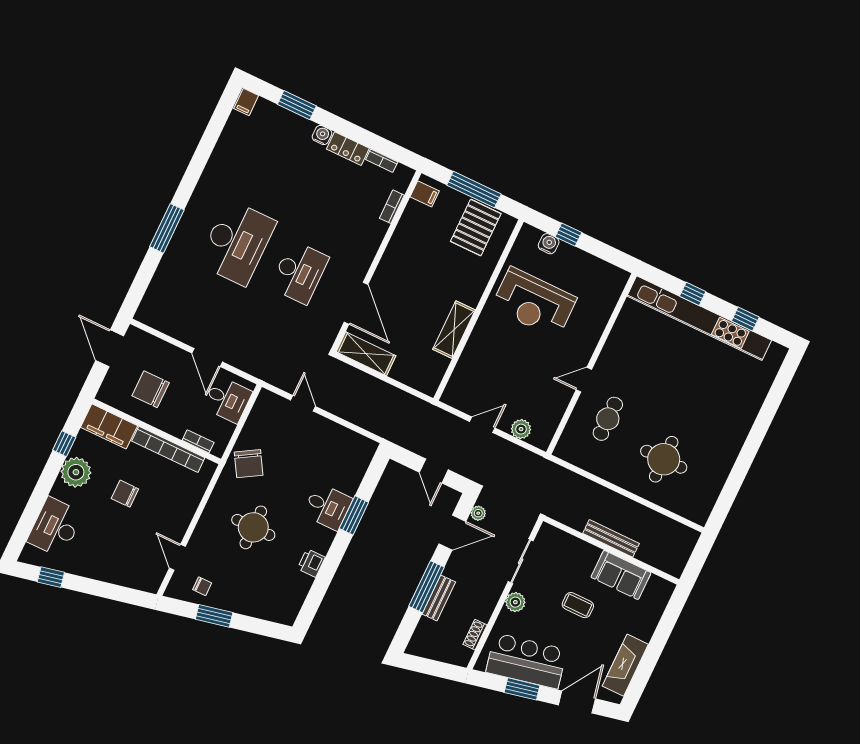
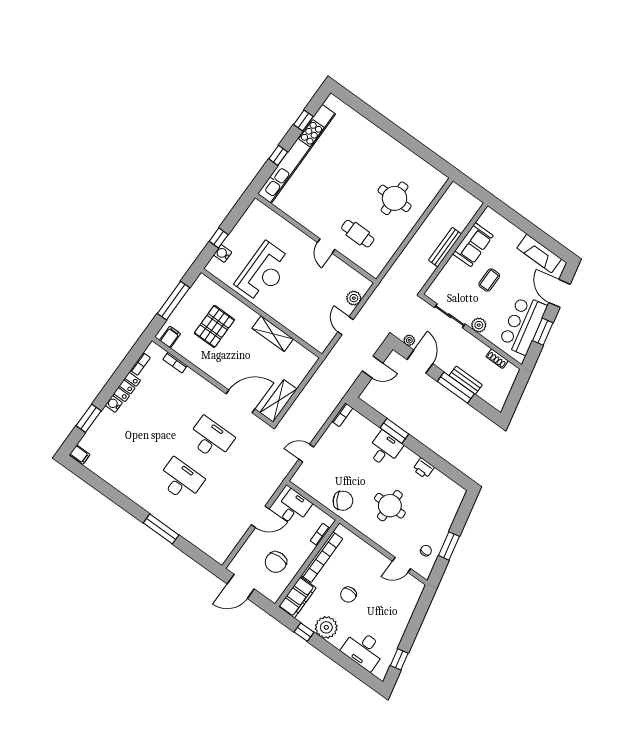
pallet: (476, 227) -> (214, 326), moved, turned 90
desk: (237, 243) -> (181, 480), width x0.73, depth x0.77
bookcase: (363, 442) -> (342, 415), added

